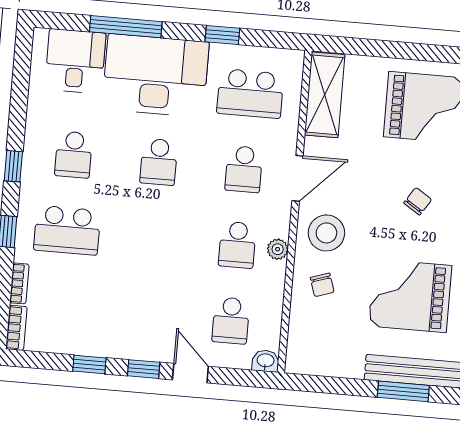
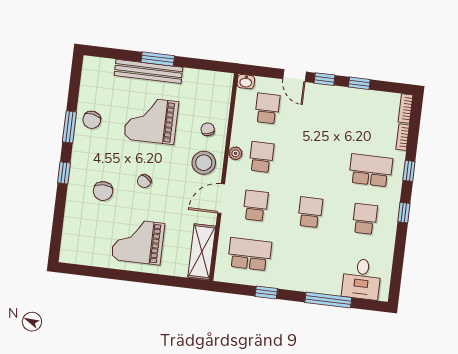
desk: (156, 75) -> (310, 268), removed
grand piano: (410, 296) -> (151, 120), turned 180

